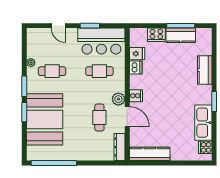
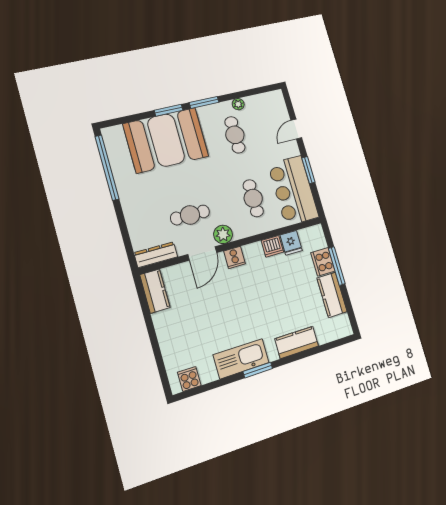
window: (181, 26) -> (337, 266), moved
kitchen sink: (203, 123) -> (241, 359), moved
kitchen counter: (150, 154) -> (155, 291), width x0.67

